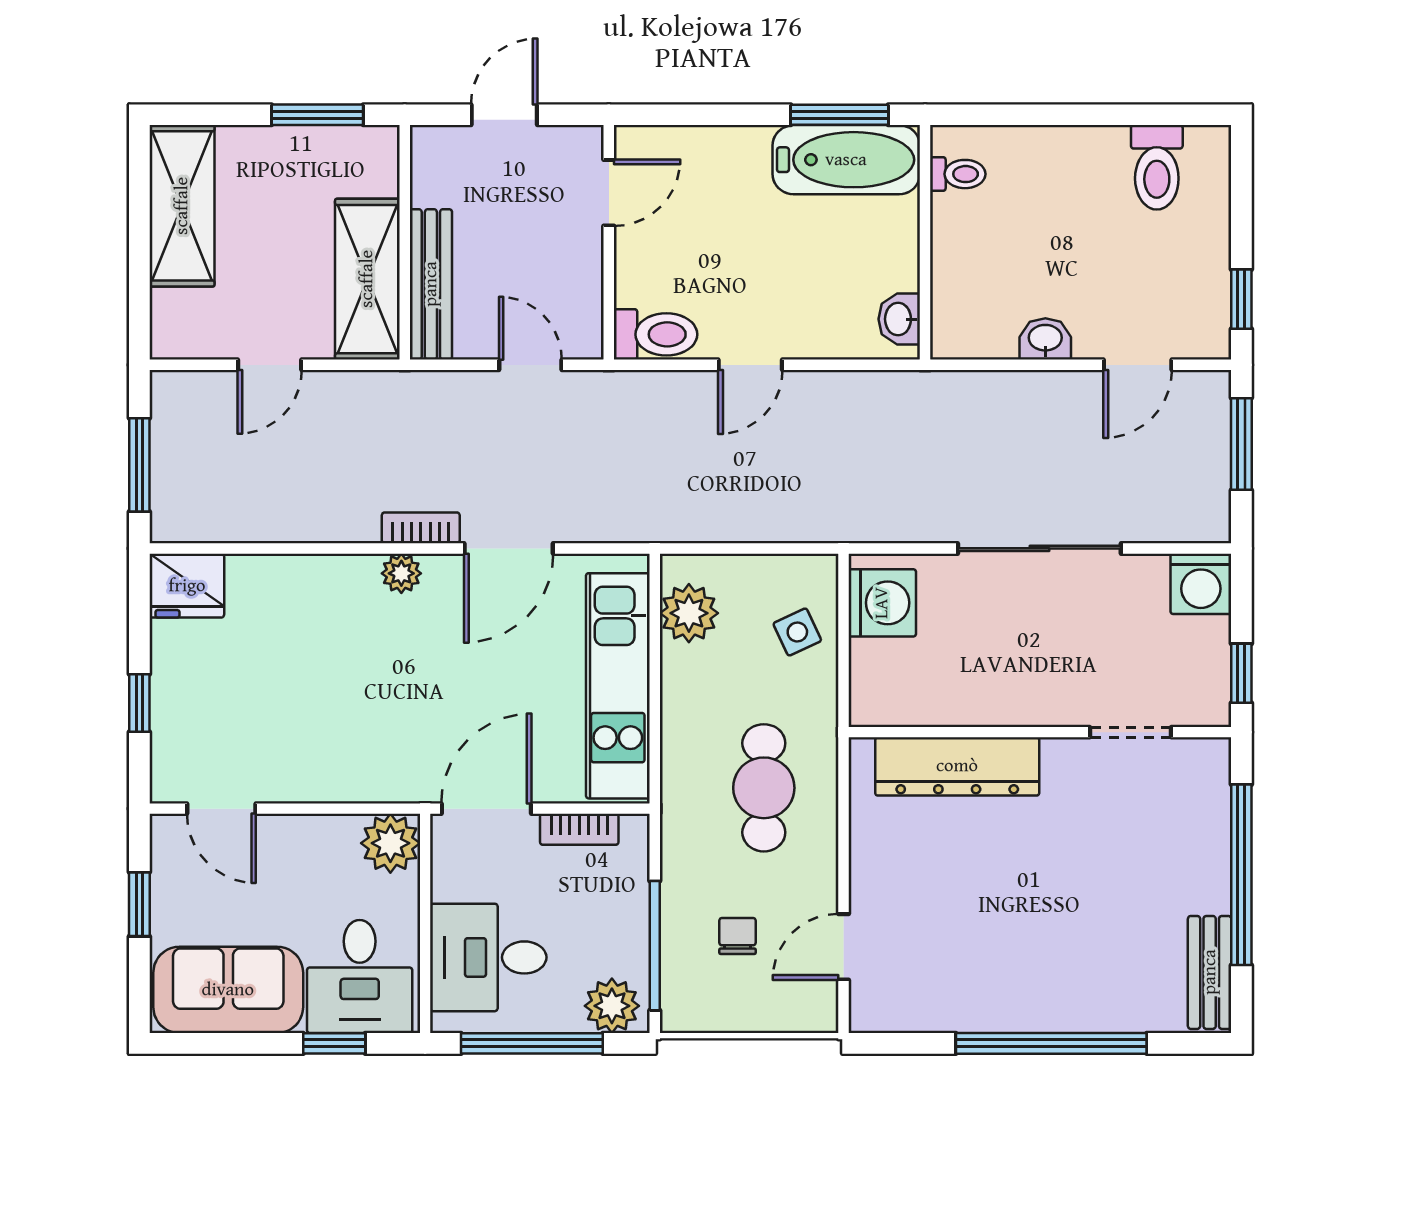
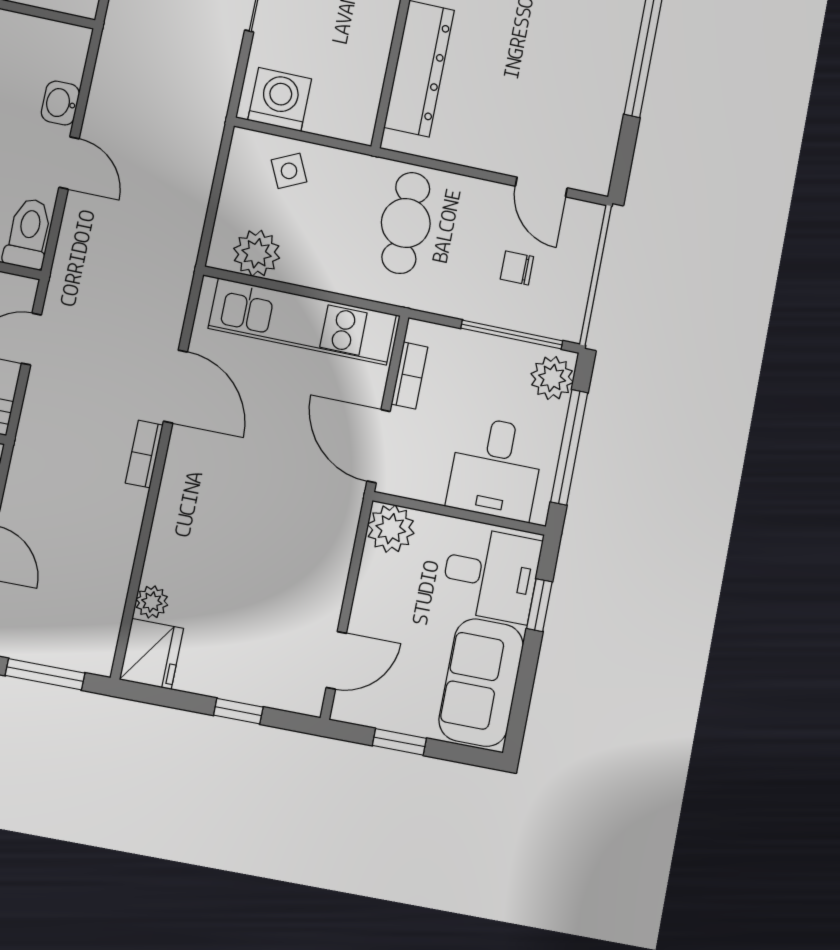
washbasin: (899, 319) -> (60, 103), moved, turned 90
plant: (401, 573) -> (152, 602), moved
cafe table: (764, 788) -> (406, 223), turned 90

